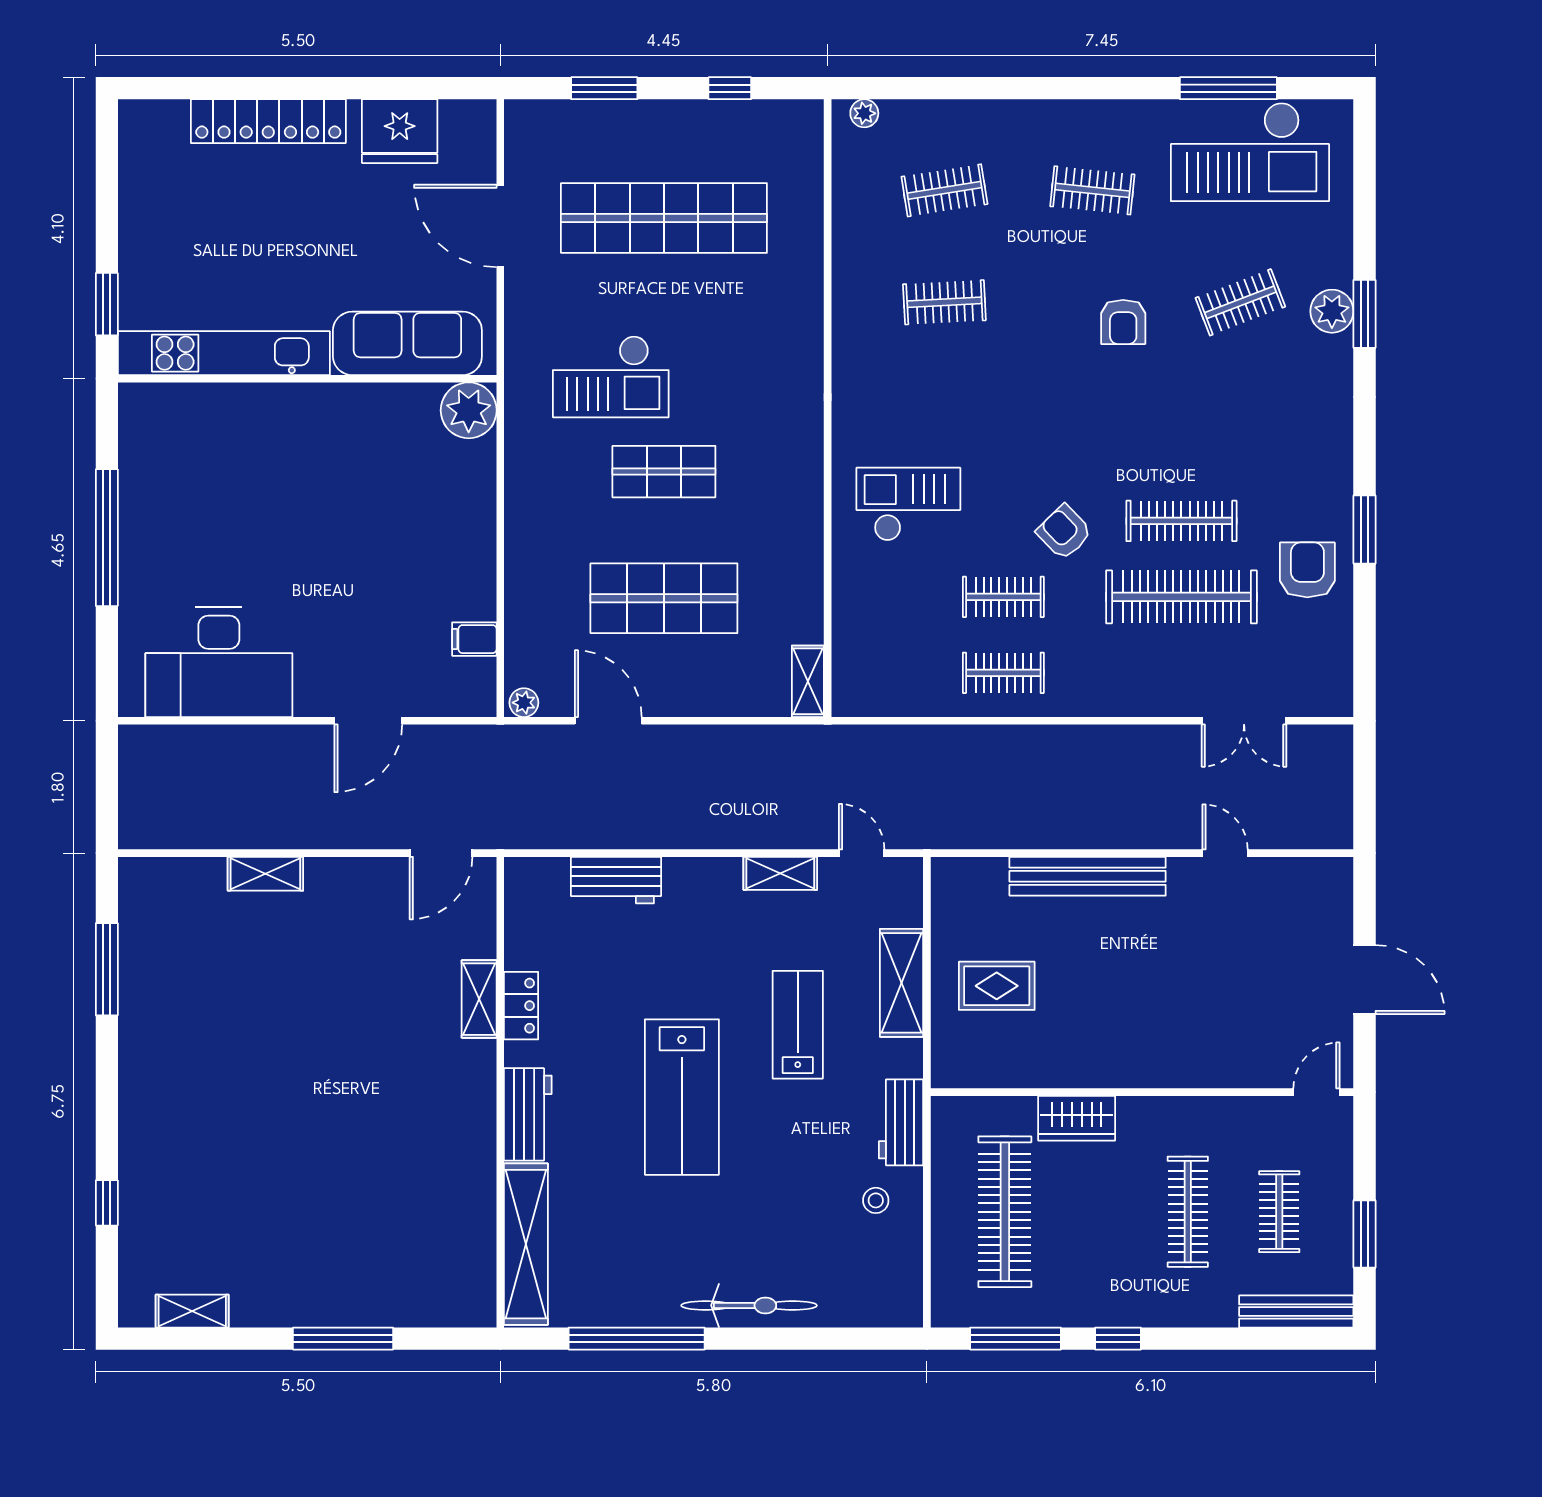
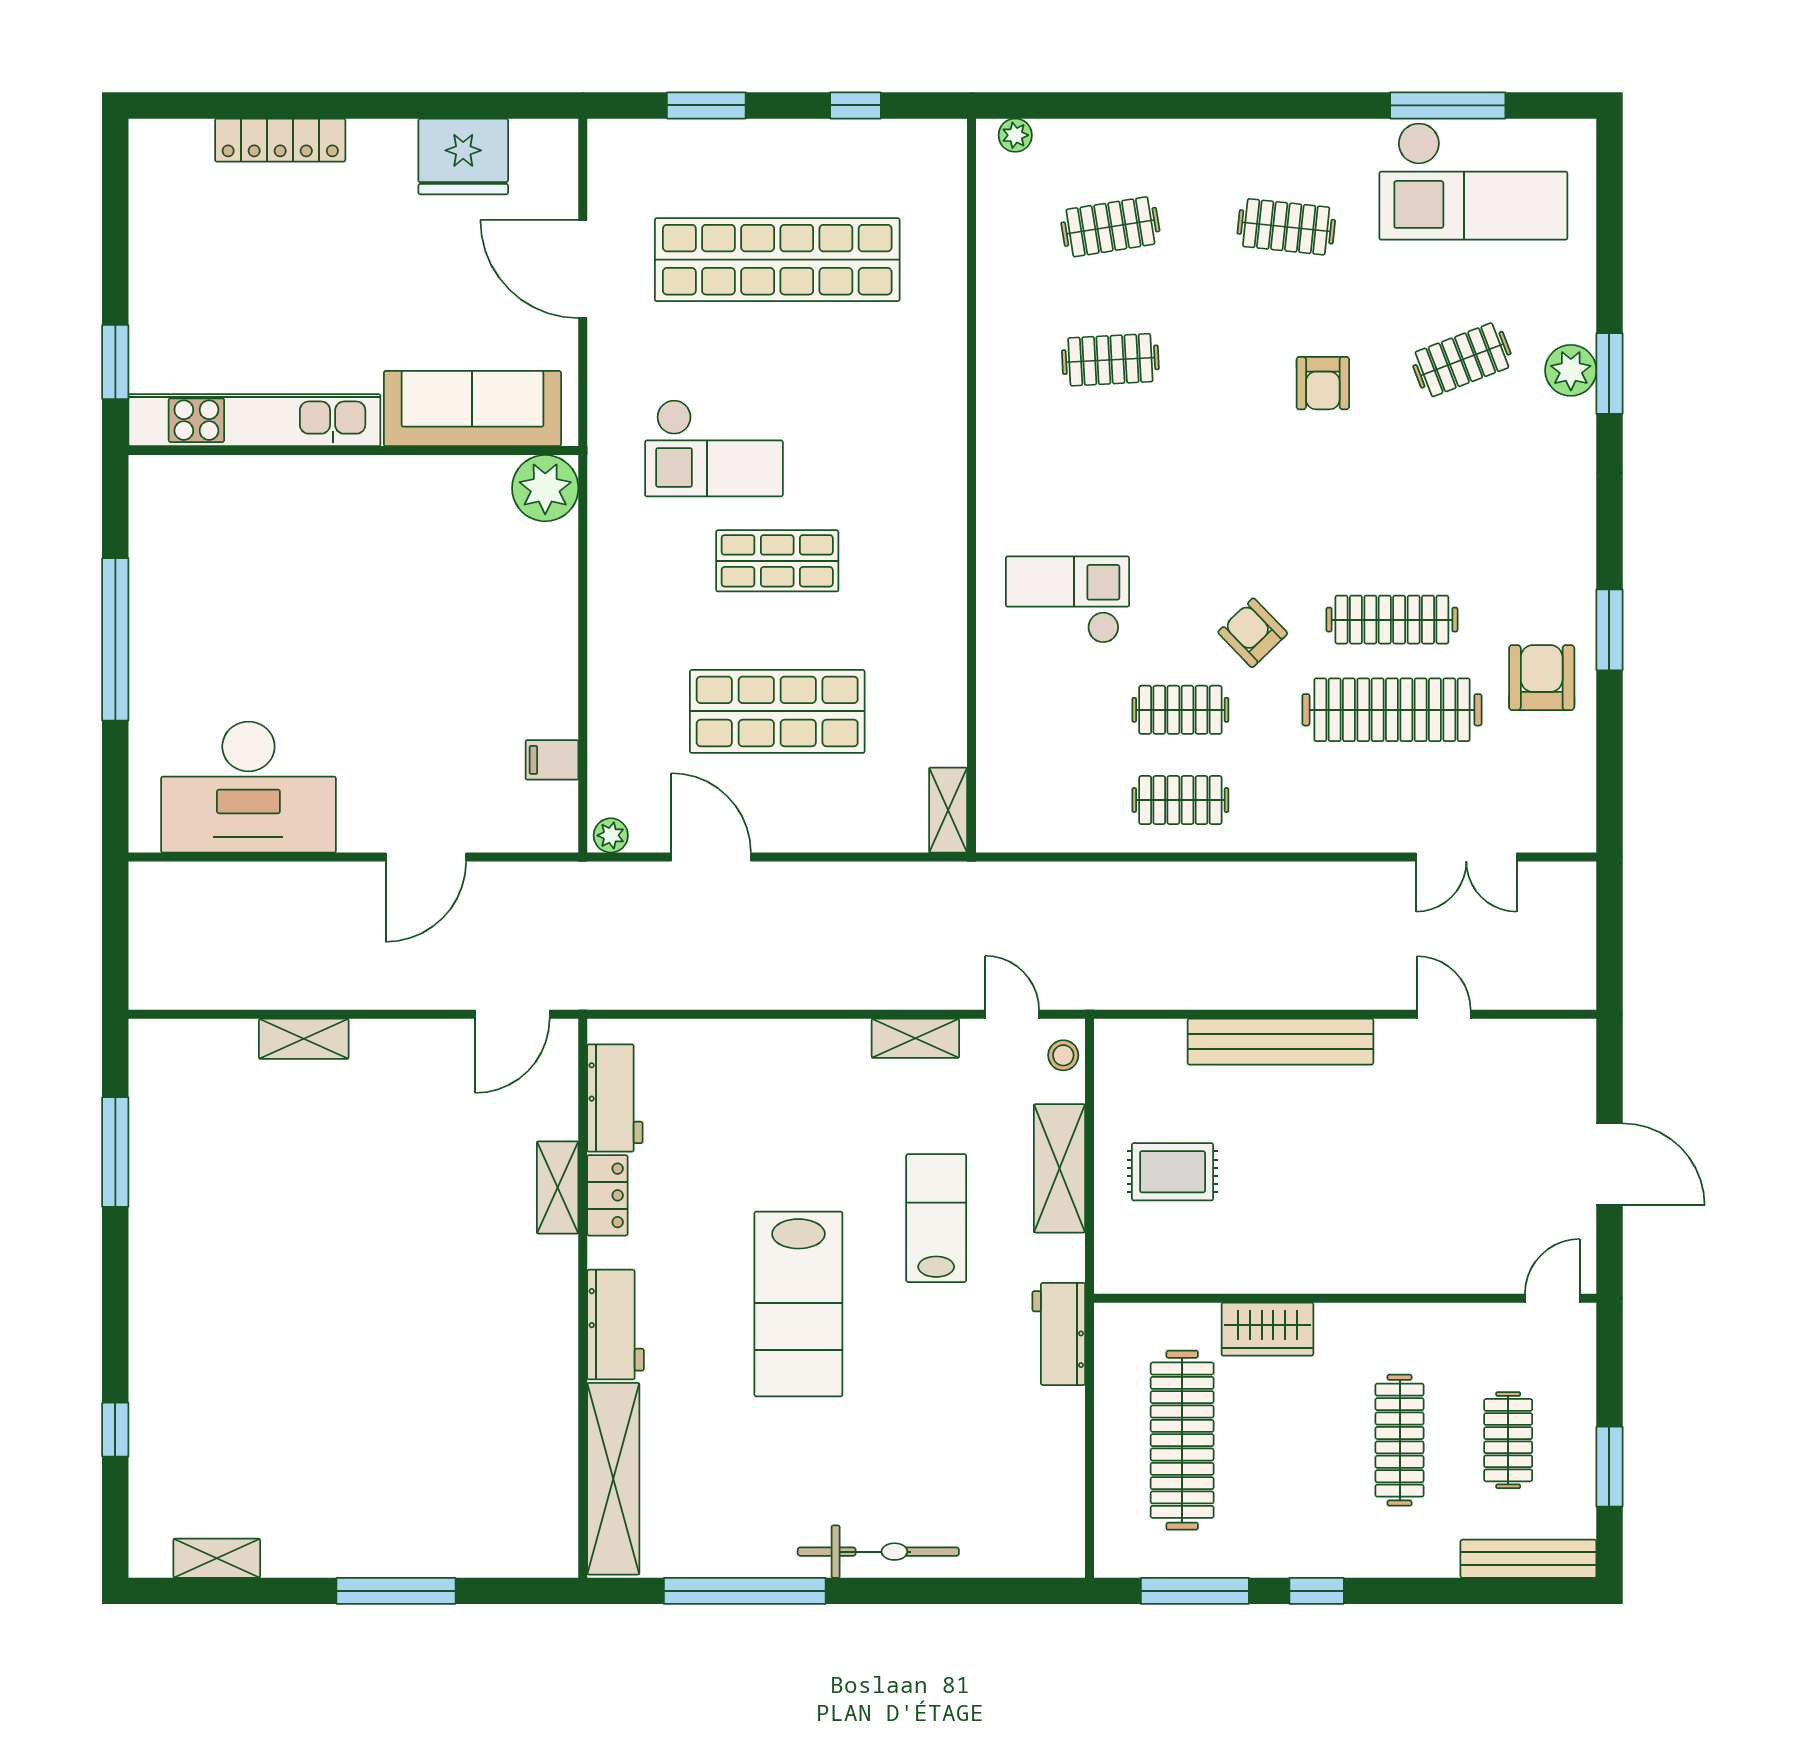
locker: (268, 121) -> (280, 140), width x0.71, depth x0.83
workbench: (616, 880) -> (615, 1098), moved, turned -90
stool: (876, 1200) -> (1063, 1055), moved

